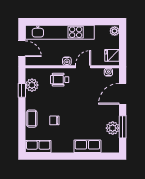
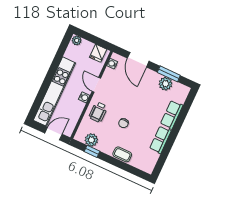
chair: (54, 120) -> (123, 123), moved
row of seats: (38, 147) -> (160, 140), moved

